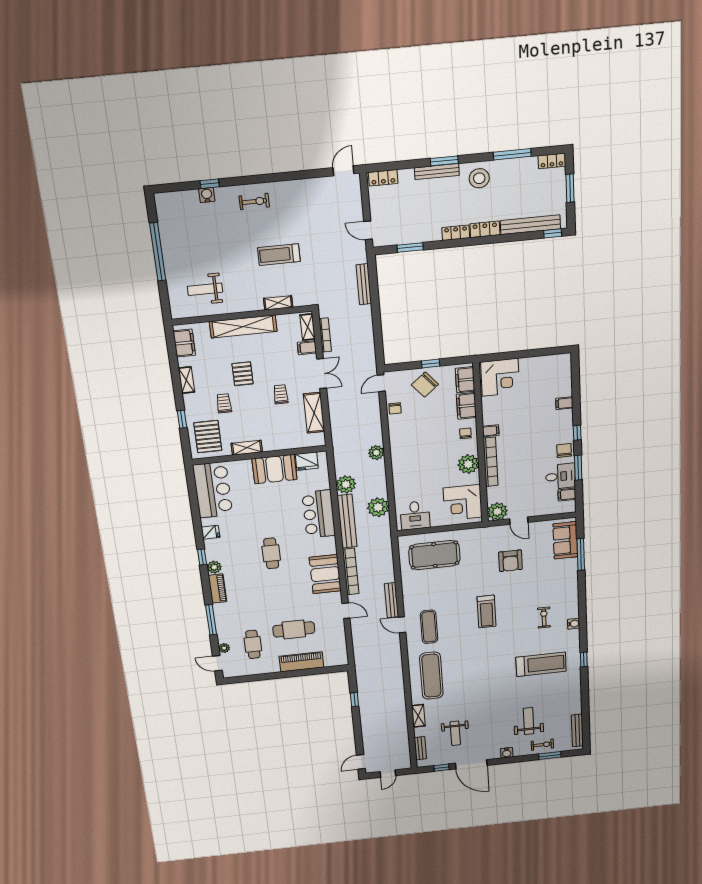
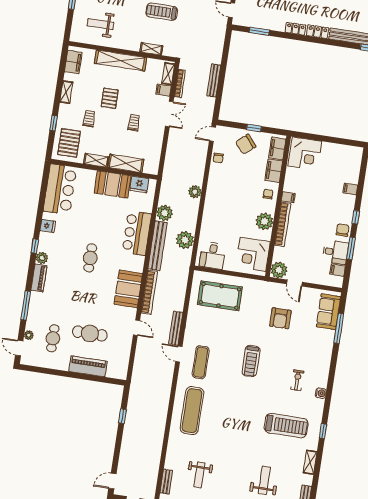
bench: (364, 284) -> (214, 80), moved
shelving: (314, 413) -> (126, 163), moved, turned 90
shelving: (418, 716) -> (310, 462), moved

